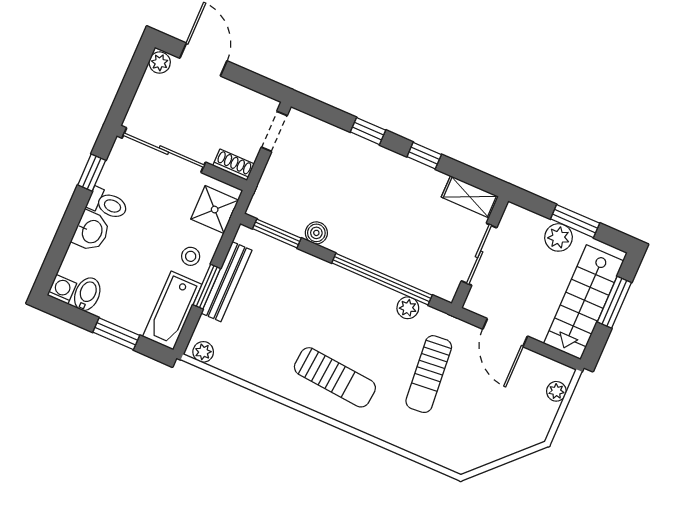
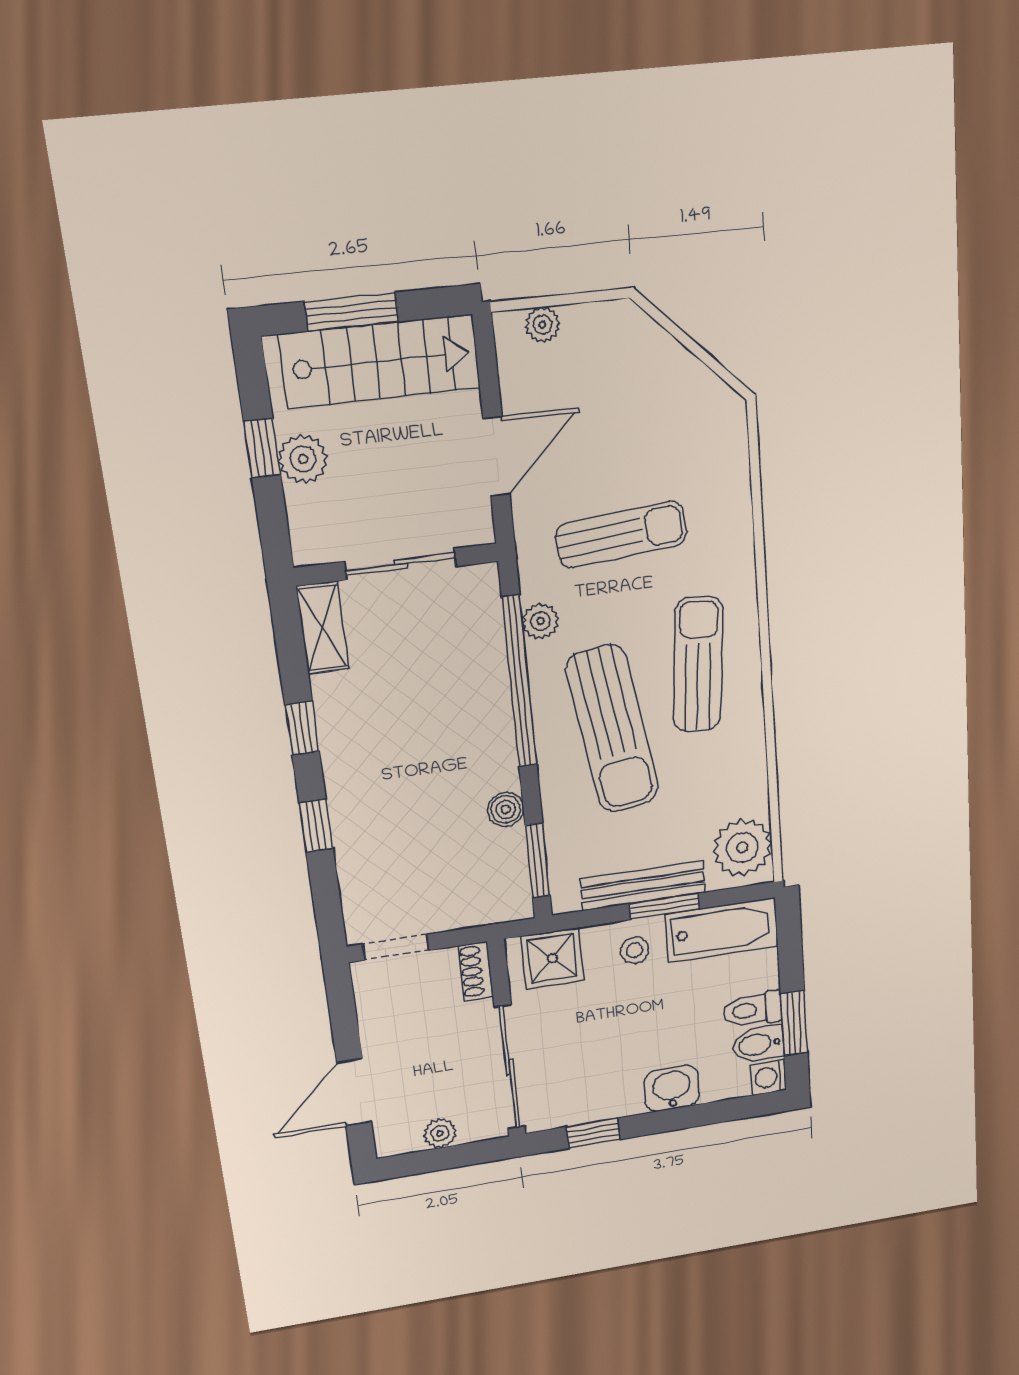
plant: (160, 63) -> (440, 1133), moved
toilet: (108, 204) -> (753, 1010), moved, turned -90
window: (575, 221) -> (262, 448), width x0.67
sun lounger: (327, 313) -> (612, 729), added
window: (116, 334) -> (794, 1023), moved
plant: (203, 352) -> (742, 847), width x1.88, depth x1.88

